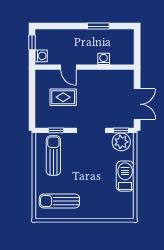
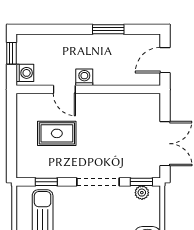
door: (137, 47) -> (165, 60), added
washing machine: (104, 59) -> (84, 77), moved
plant: (121, 142) -> (142, 193), width x0.53, depth x0.53

